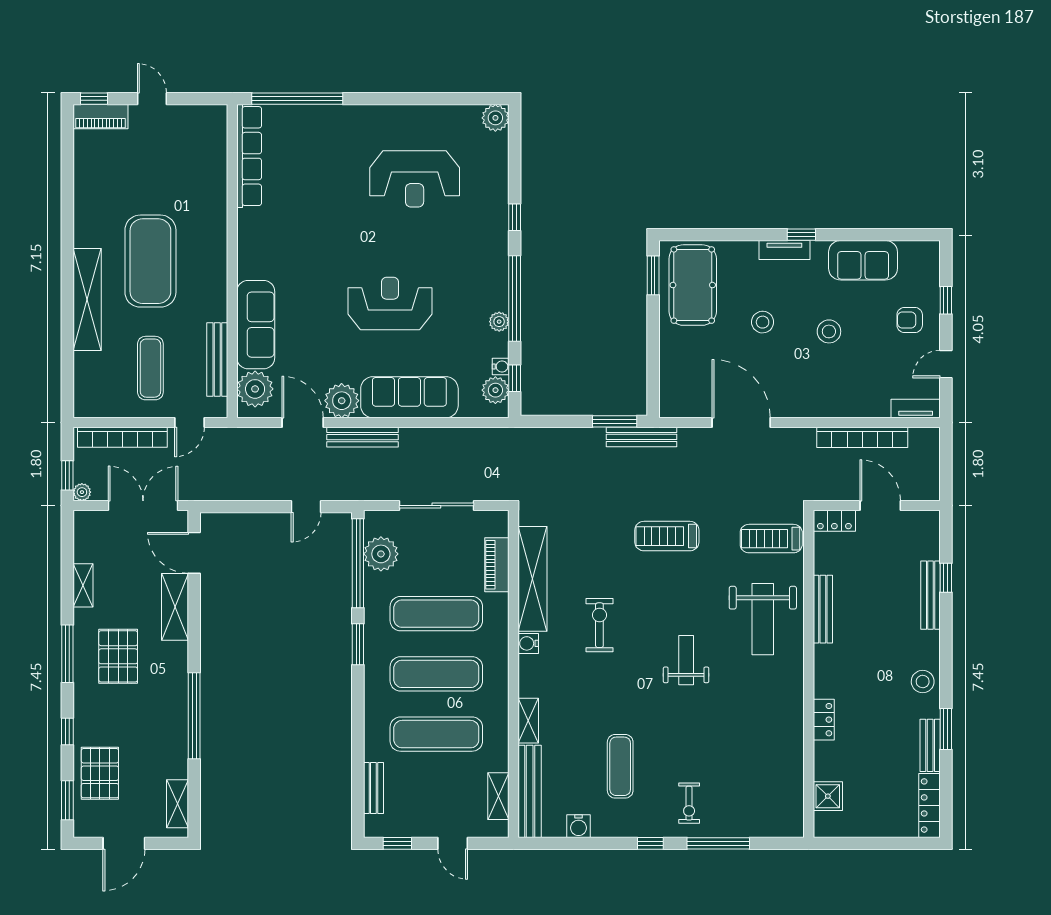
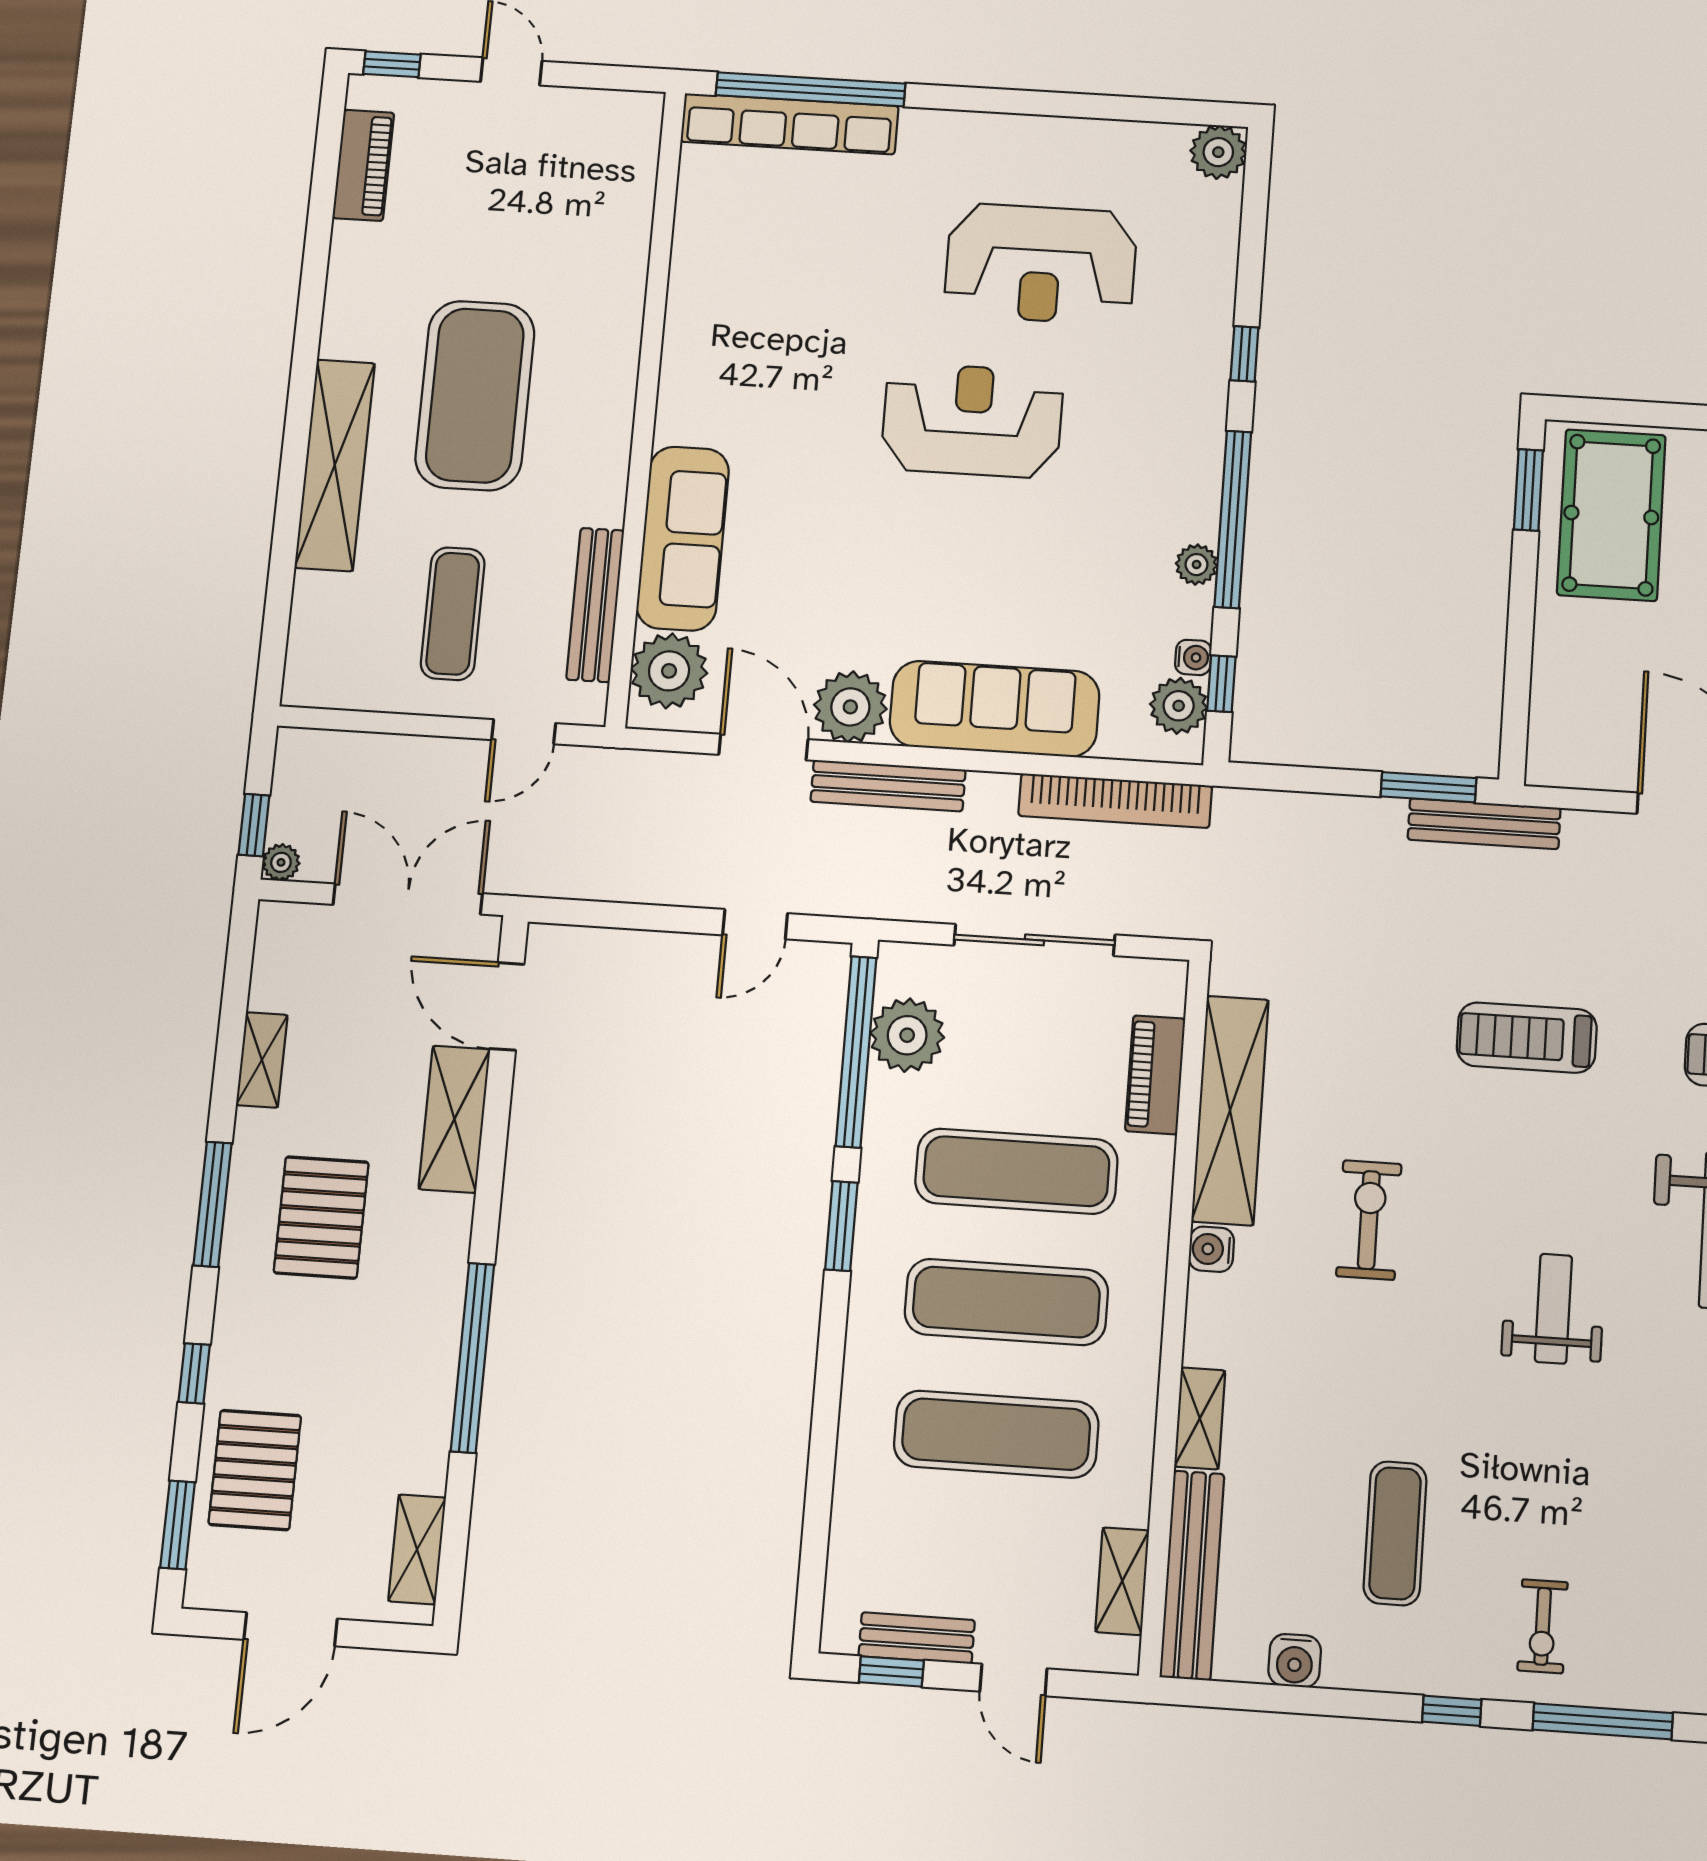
piano: (100, 117) -> (363, 165), moved, turned -90
row of seats: (249, 156) -> (790, 124), moved, turned 90
reception desk: (390, 304) -> (972, 420), moved
bookcase: (122, 437) -> (1115, 801), moved
bench: (373, 788) -> (917, 1638), moved, turned 90

